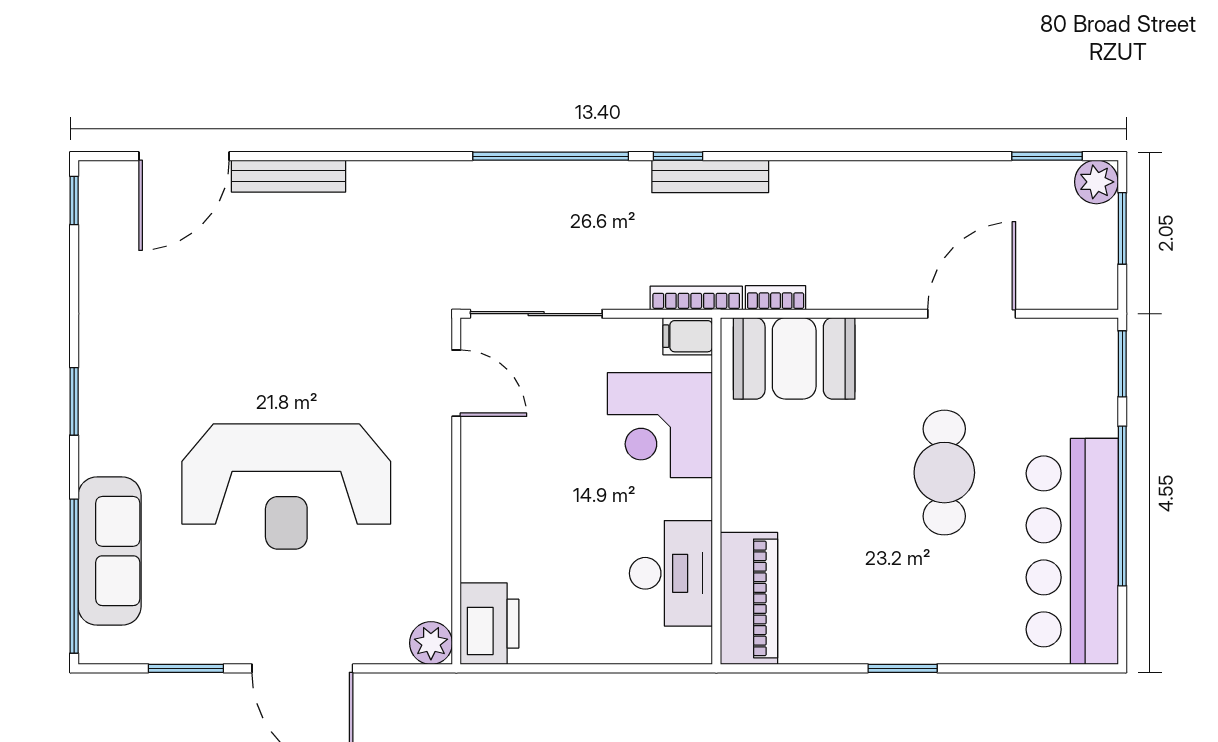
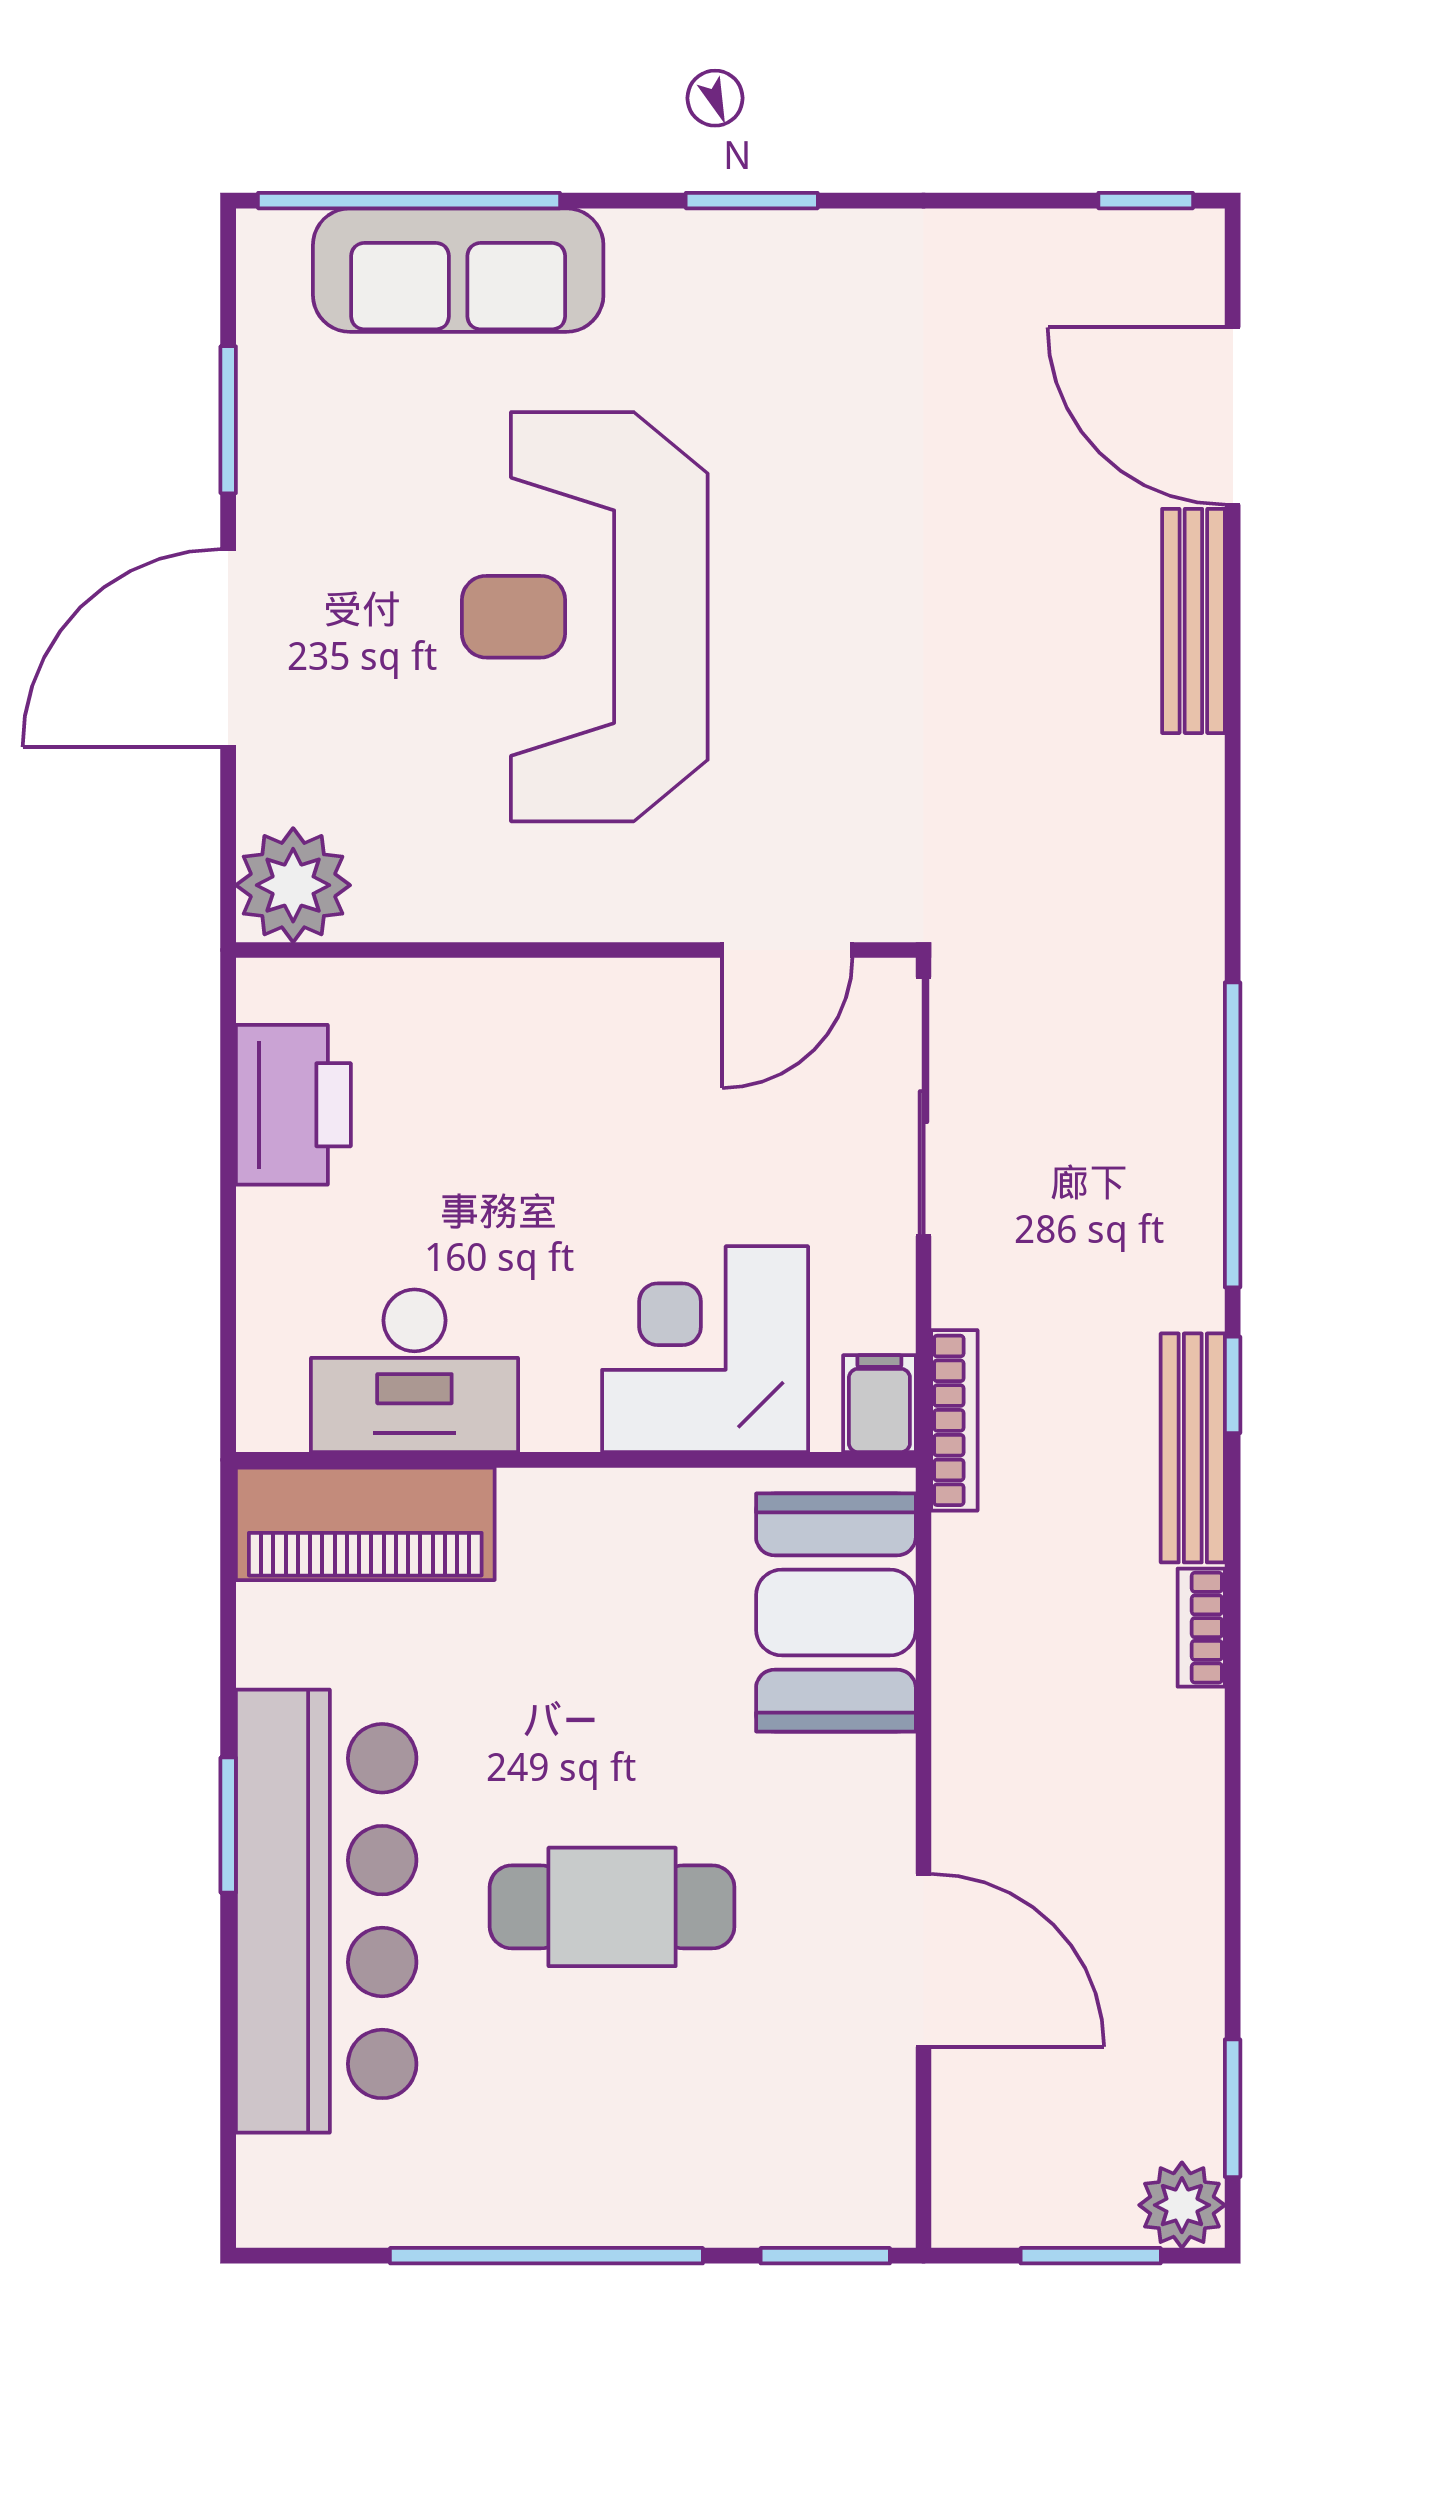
bookcase: (776, 298) -> (1201, 1628), moved, turned 180
bar counter: (1072, 551) -> (326, 1911), moved, turned 90
printer: (490, 624) -> (293, 1105), moved, turned -90
plant: (431, 643) -> (293, 885), width x1.36, depth x1.36

